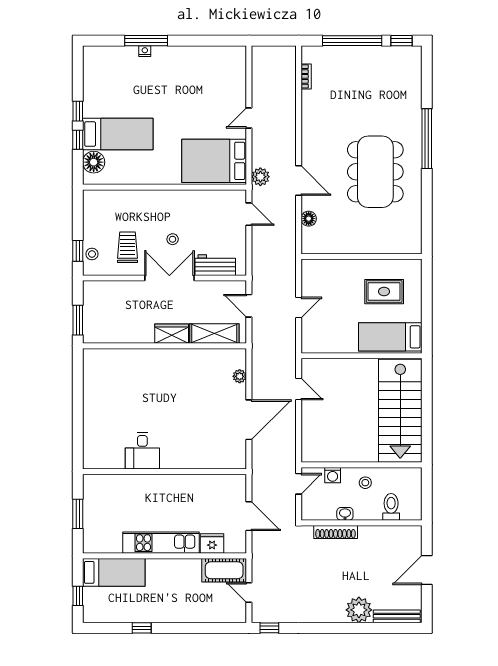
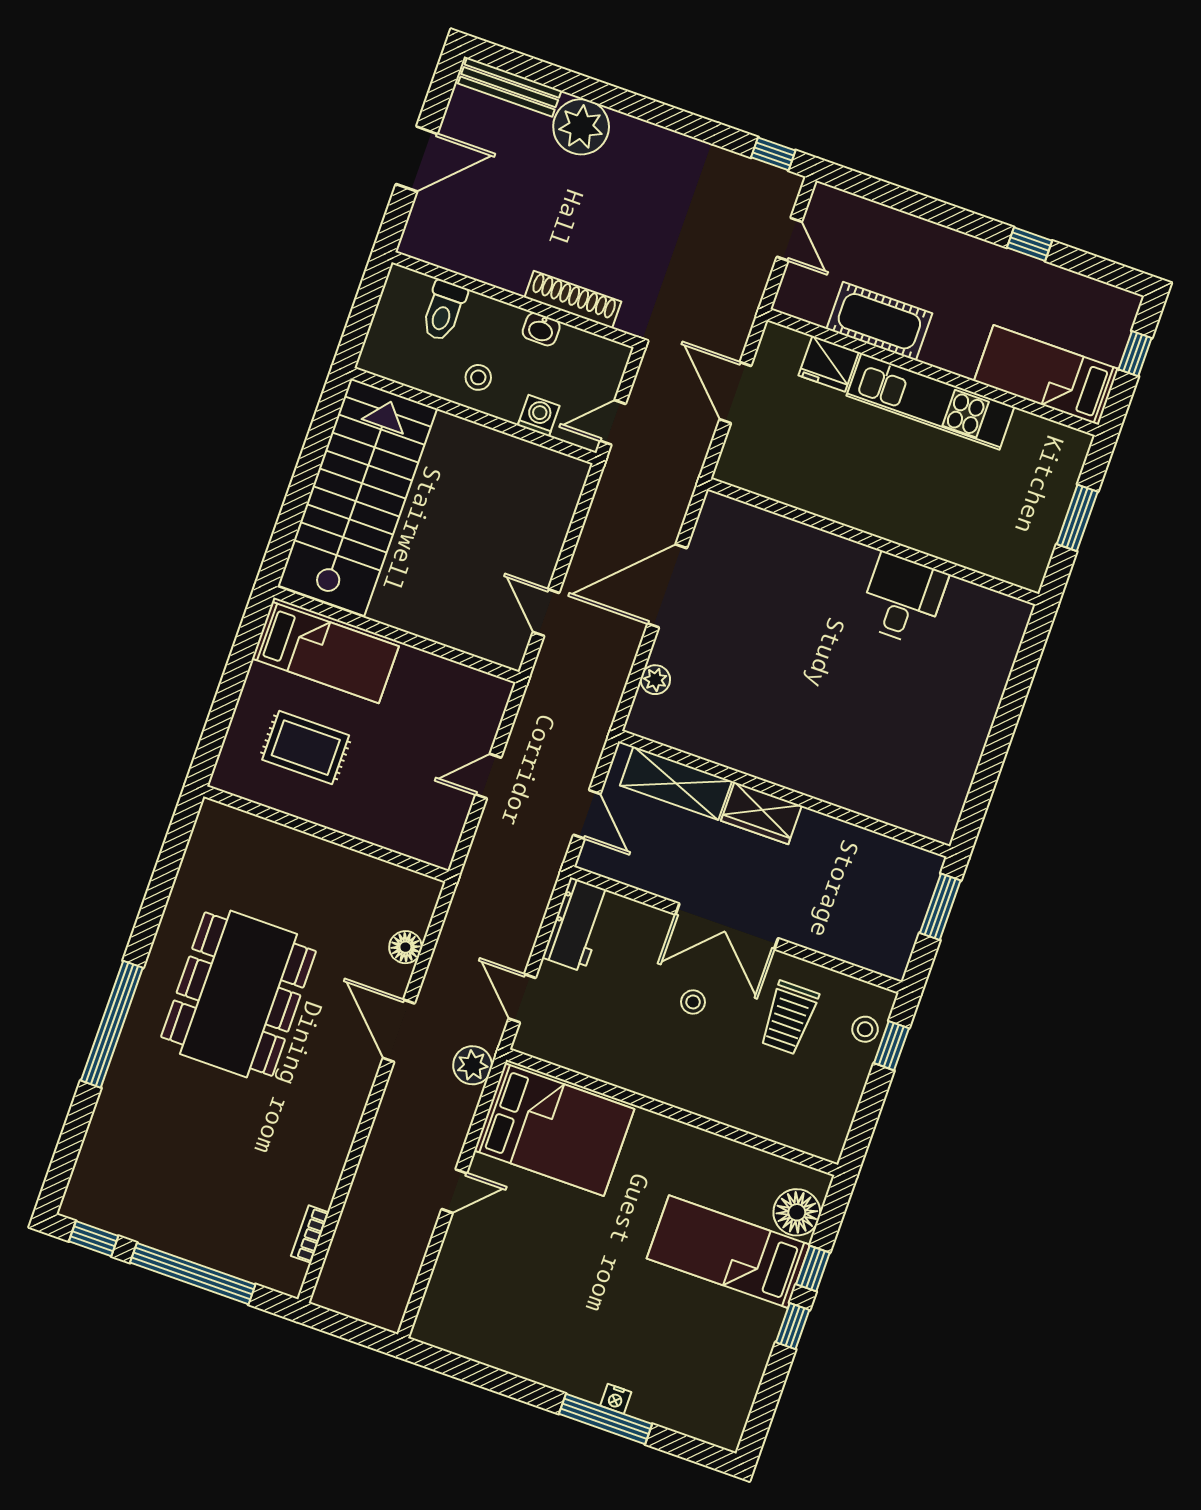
workbench: (215, 265) -> (577, 925), moved, turned -90
cot: (224, 570) -> (879, 321), moved

